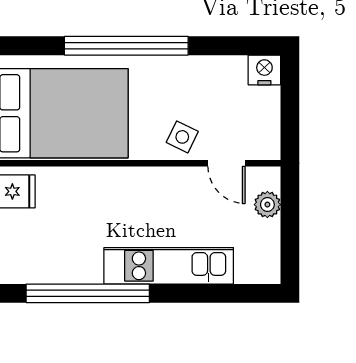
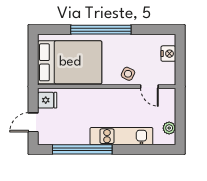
nightstand: (264, 70) -> (168, 54), moved, turned 90
plant: (267, 205) -> (169, 128), moved

